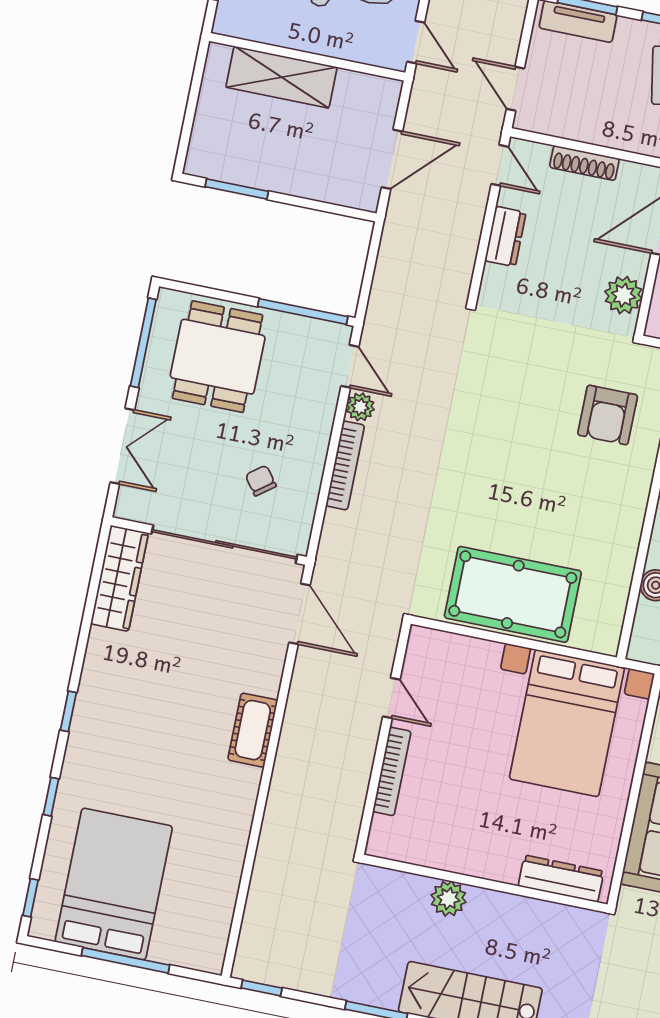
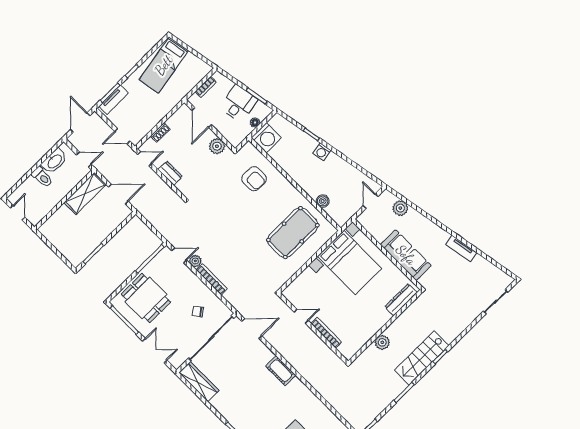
shelving: (281, 77) -> (85, 194), moved
door: (392, 159) -> (118, 194), hinge flipped
shoe rack: (584, 163) -> (160, 132), width x0.70
pool table: (513, 594) -> (293, 233), moved

